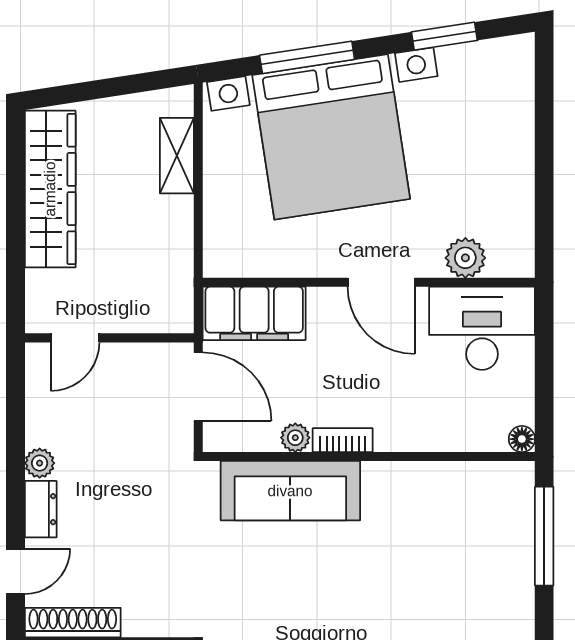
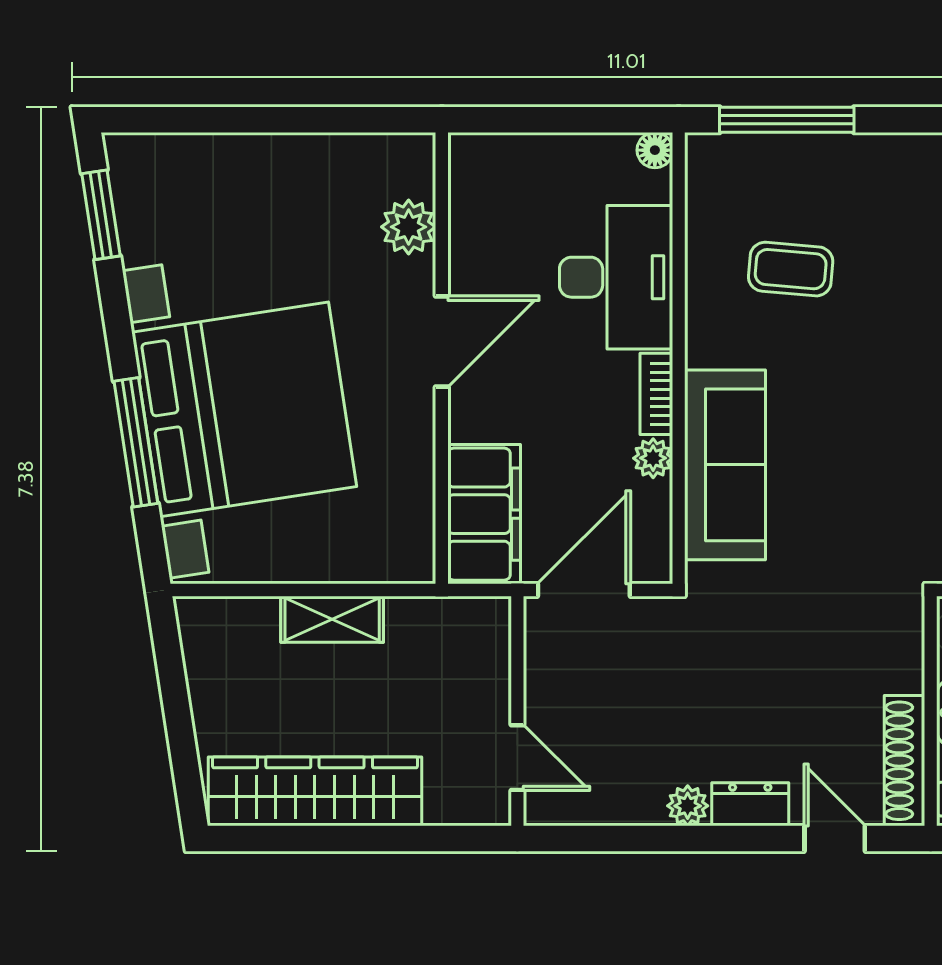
window: (444, 36) -> (101, 215), moved
shelving: (177, 156) -> (332, 619), moved
desk: (482, 328) -> (616, 277), moved, turned 180
coffee table: (434, 539) -> (791, 269), added

